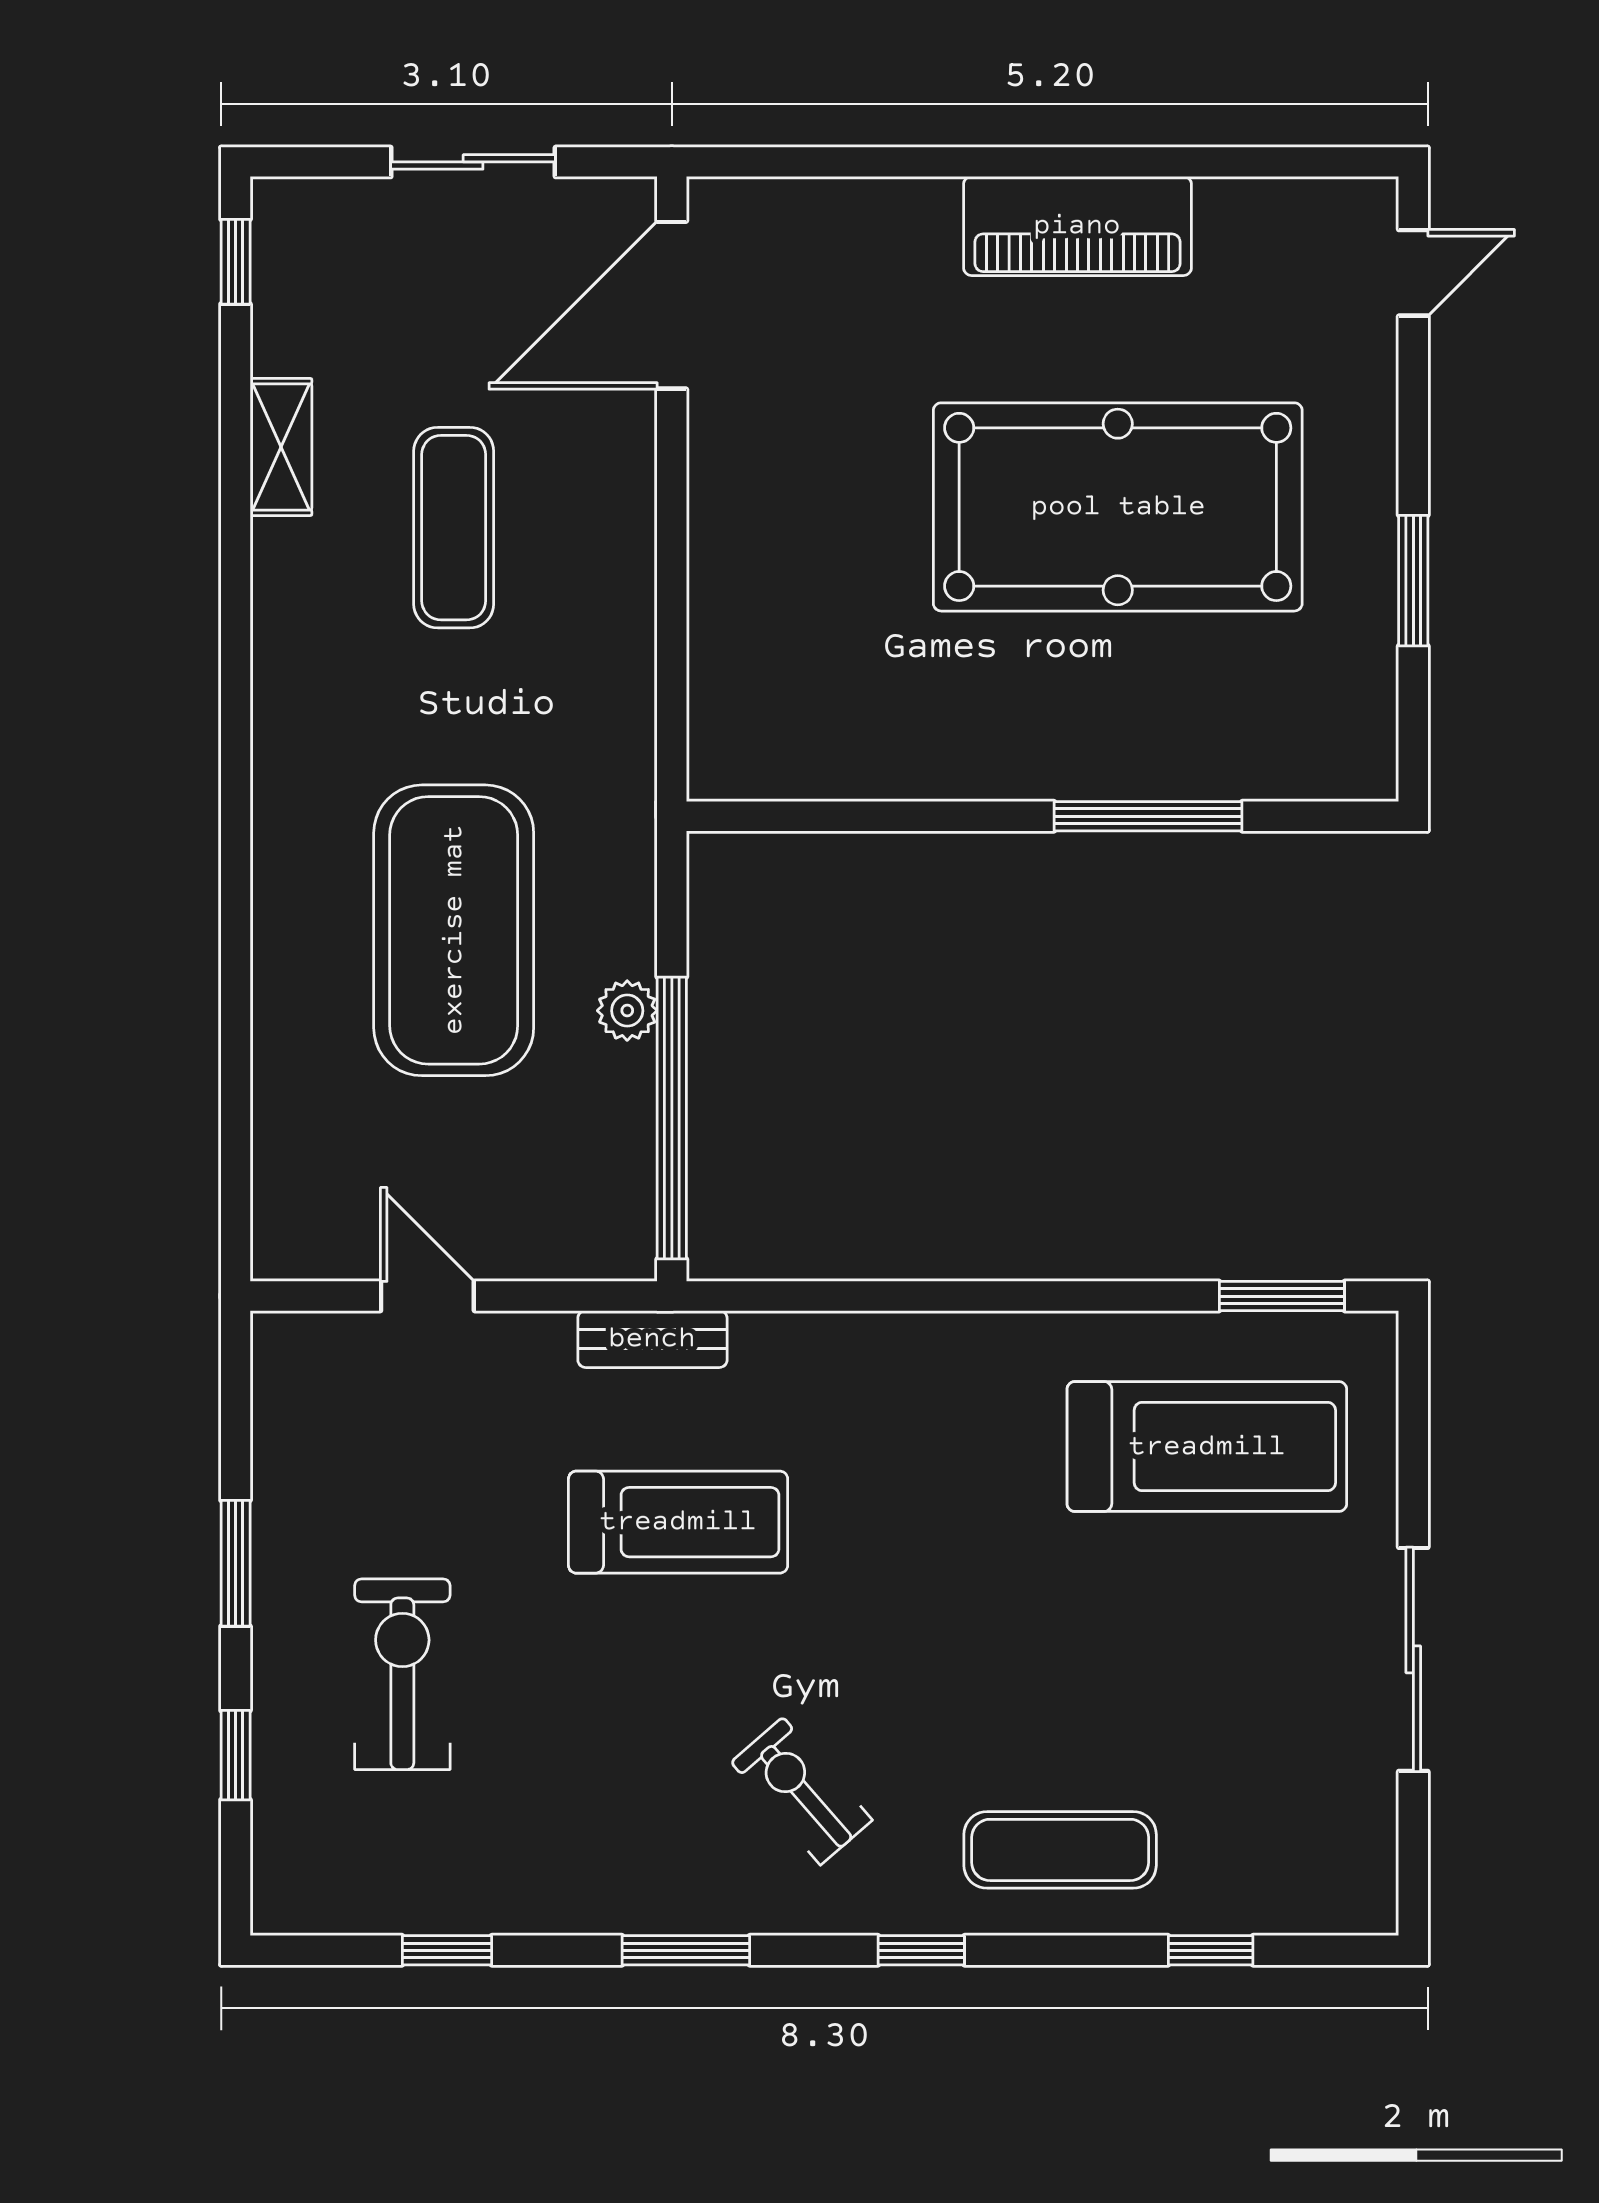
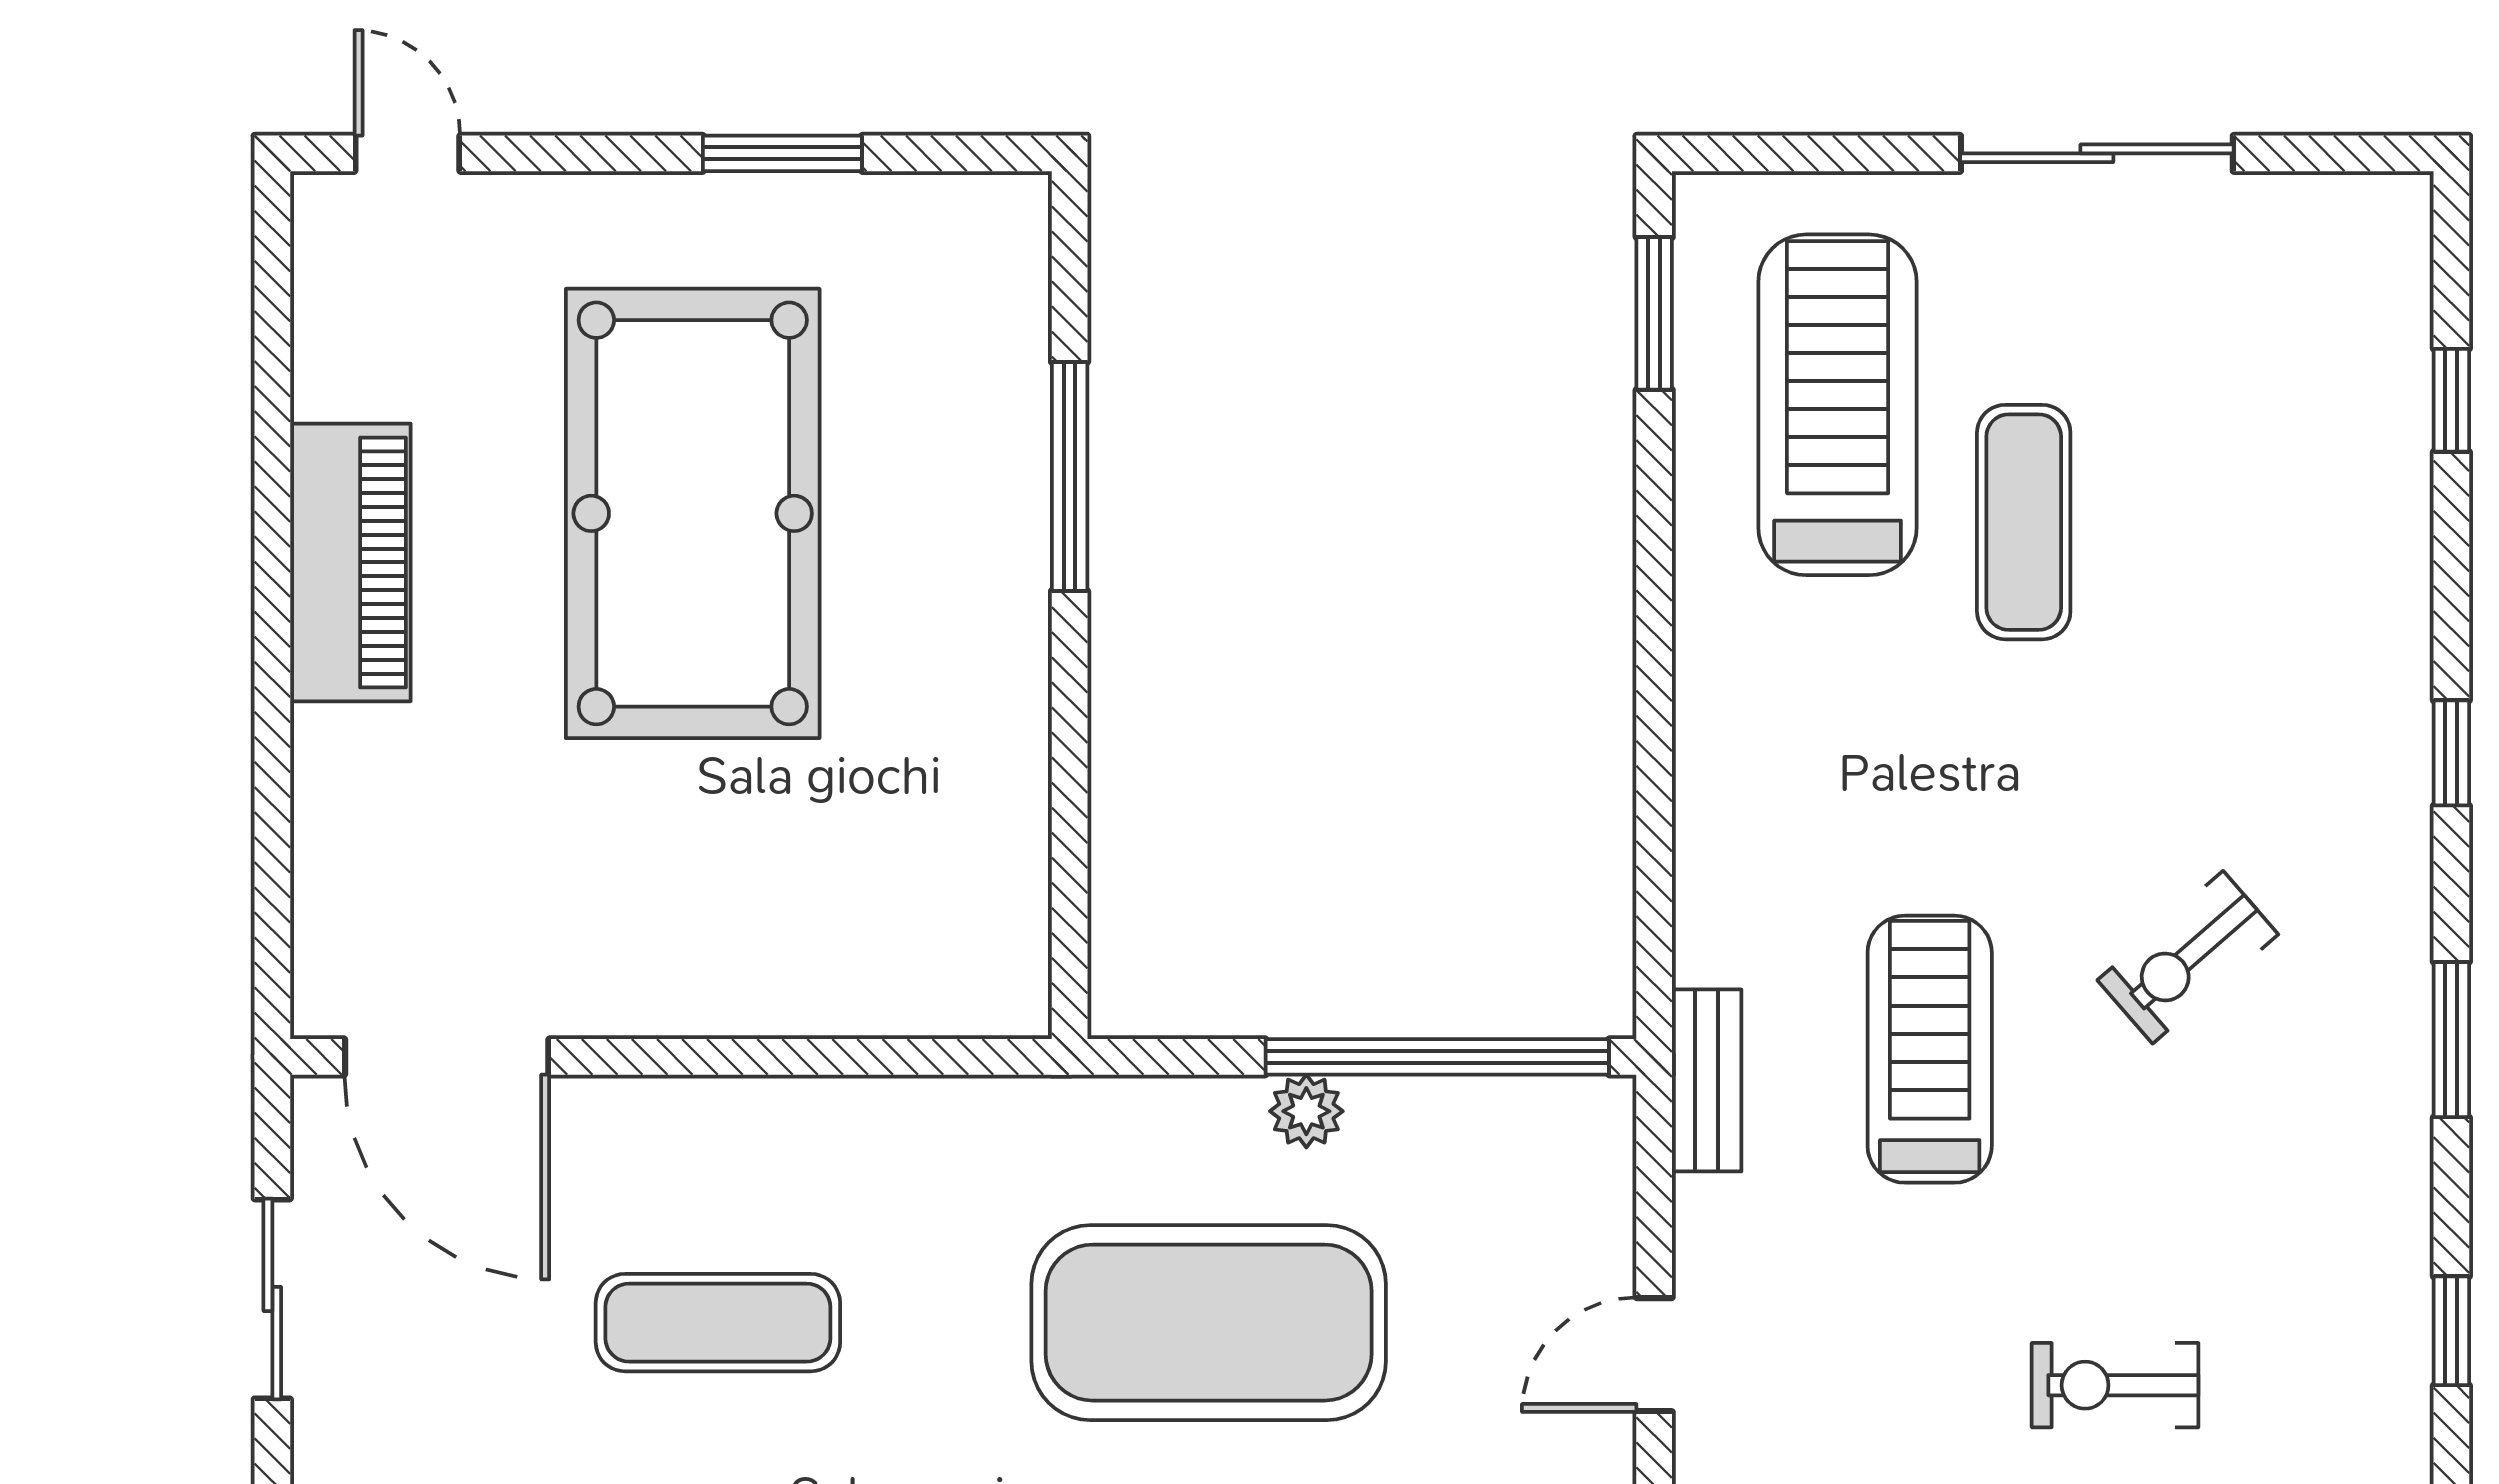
exercise bike: (402, 1674) -> (2115, 1385), width x0.73, depth x0.72
exercise bike: (802, 1791) -> (2188, 957), moved
exercise mat: (1060, 1850) -> (2024, 522), moved

